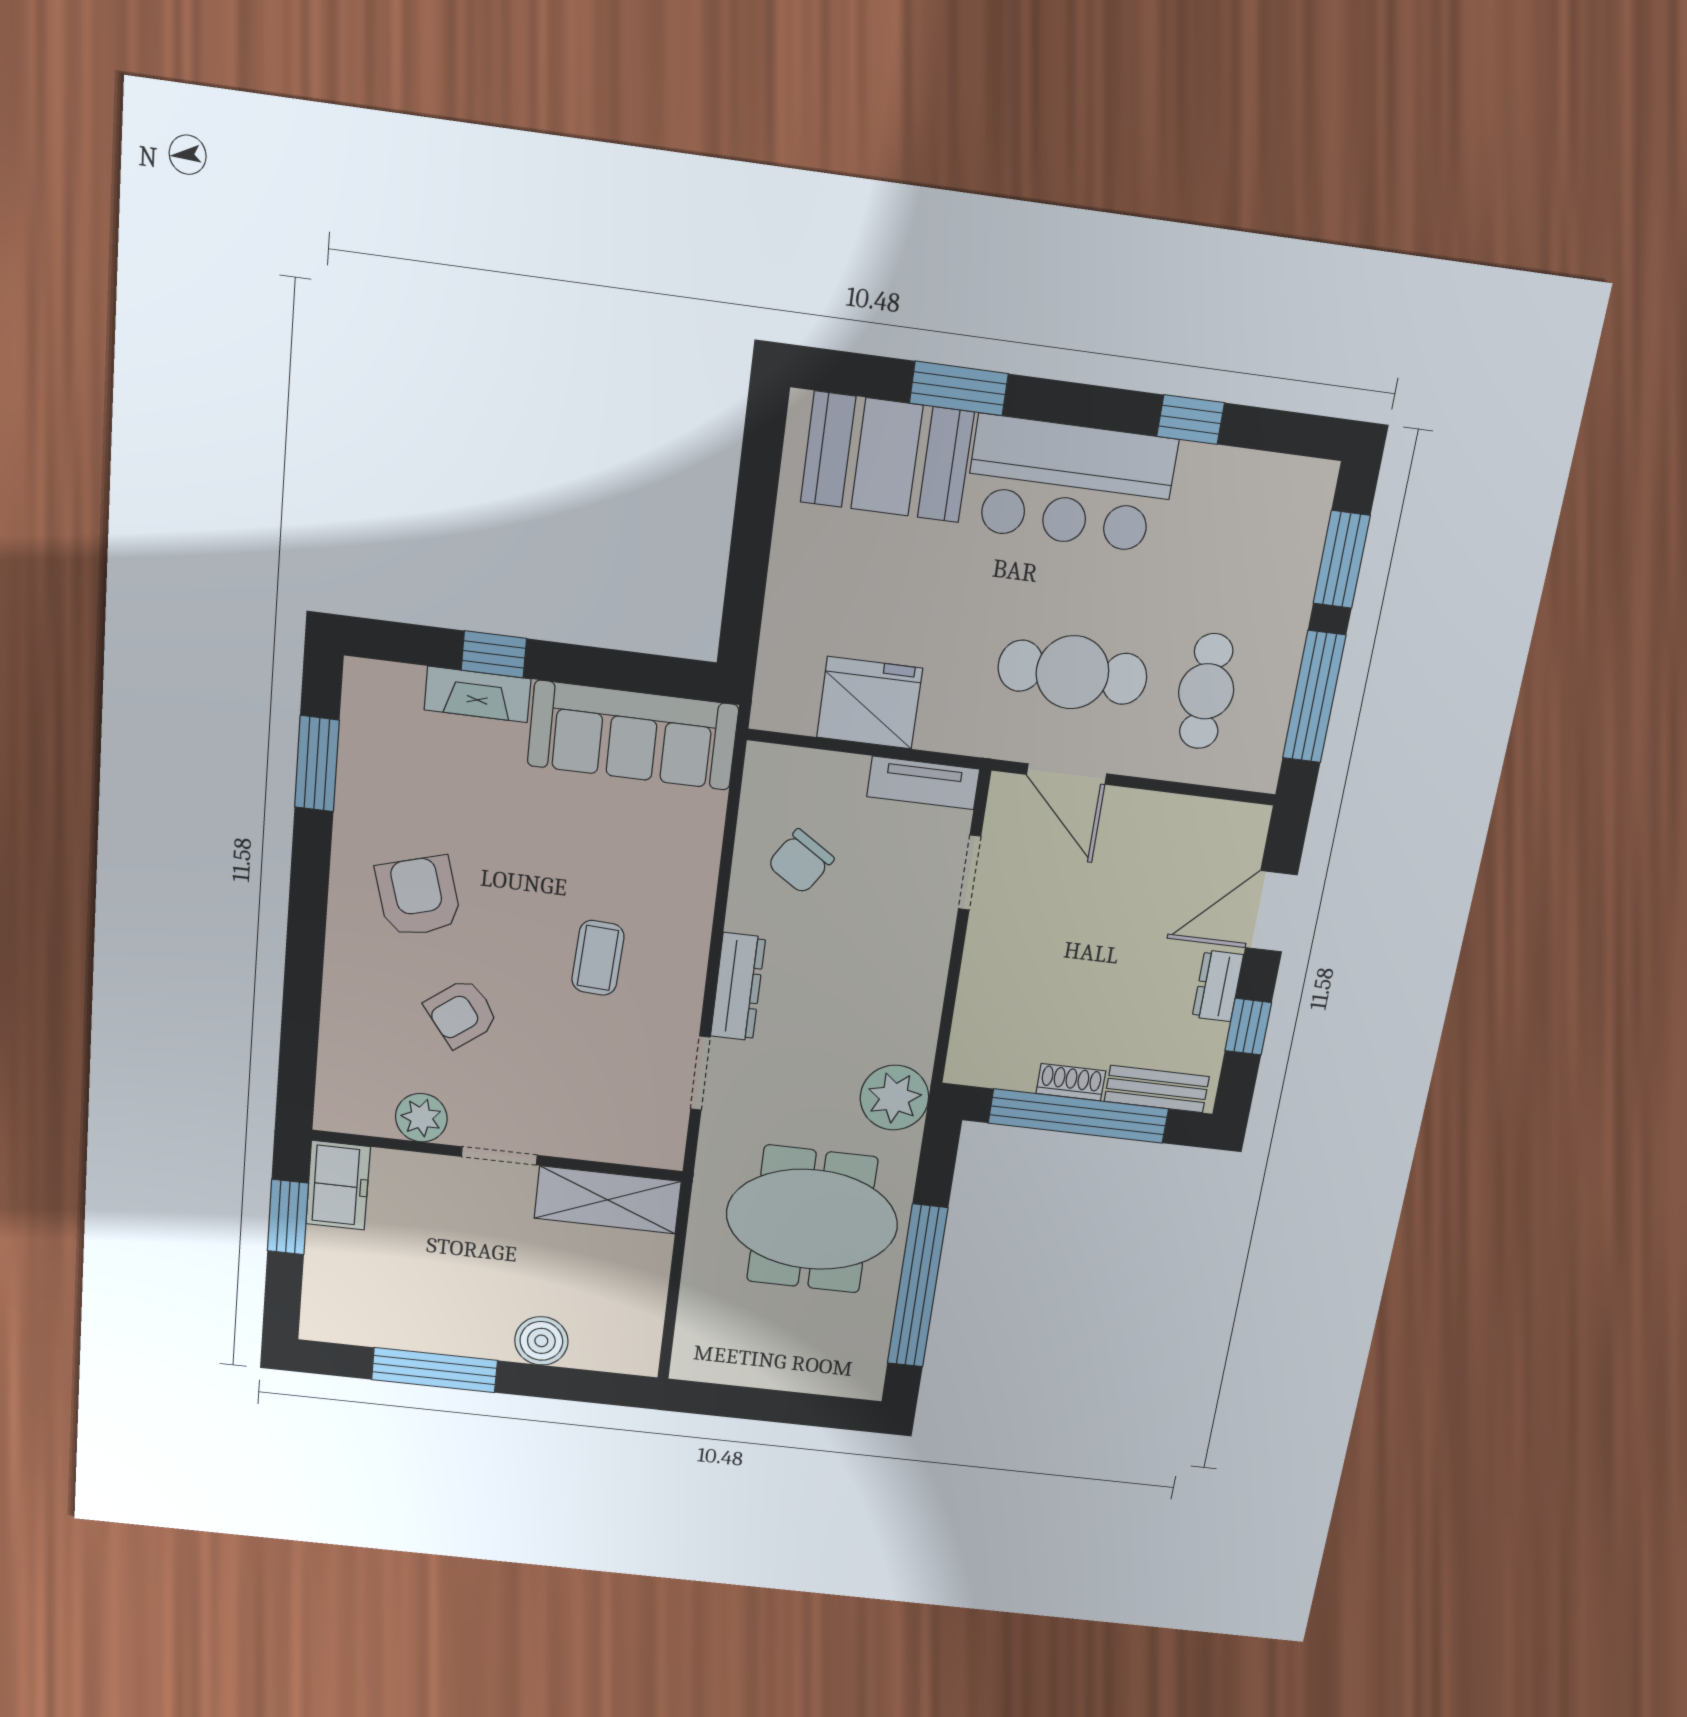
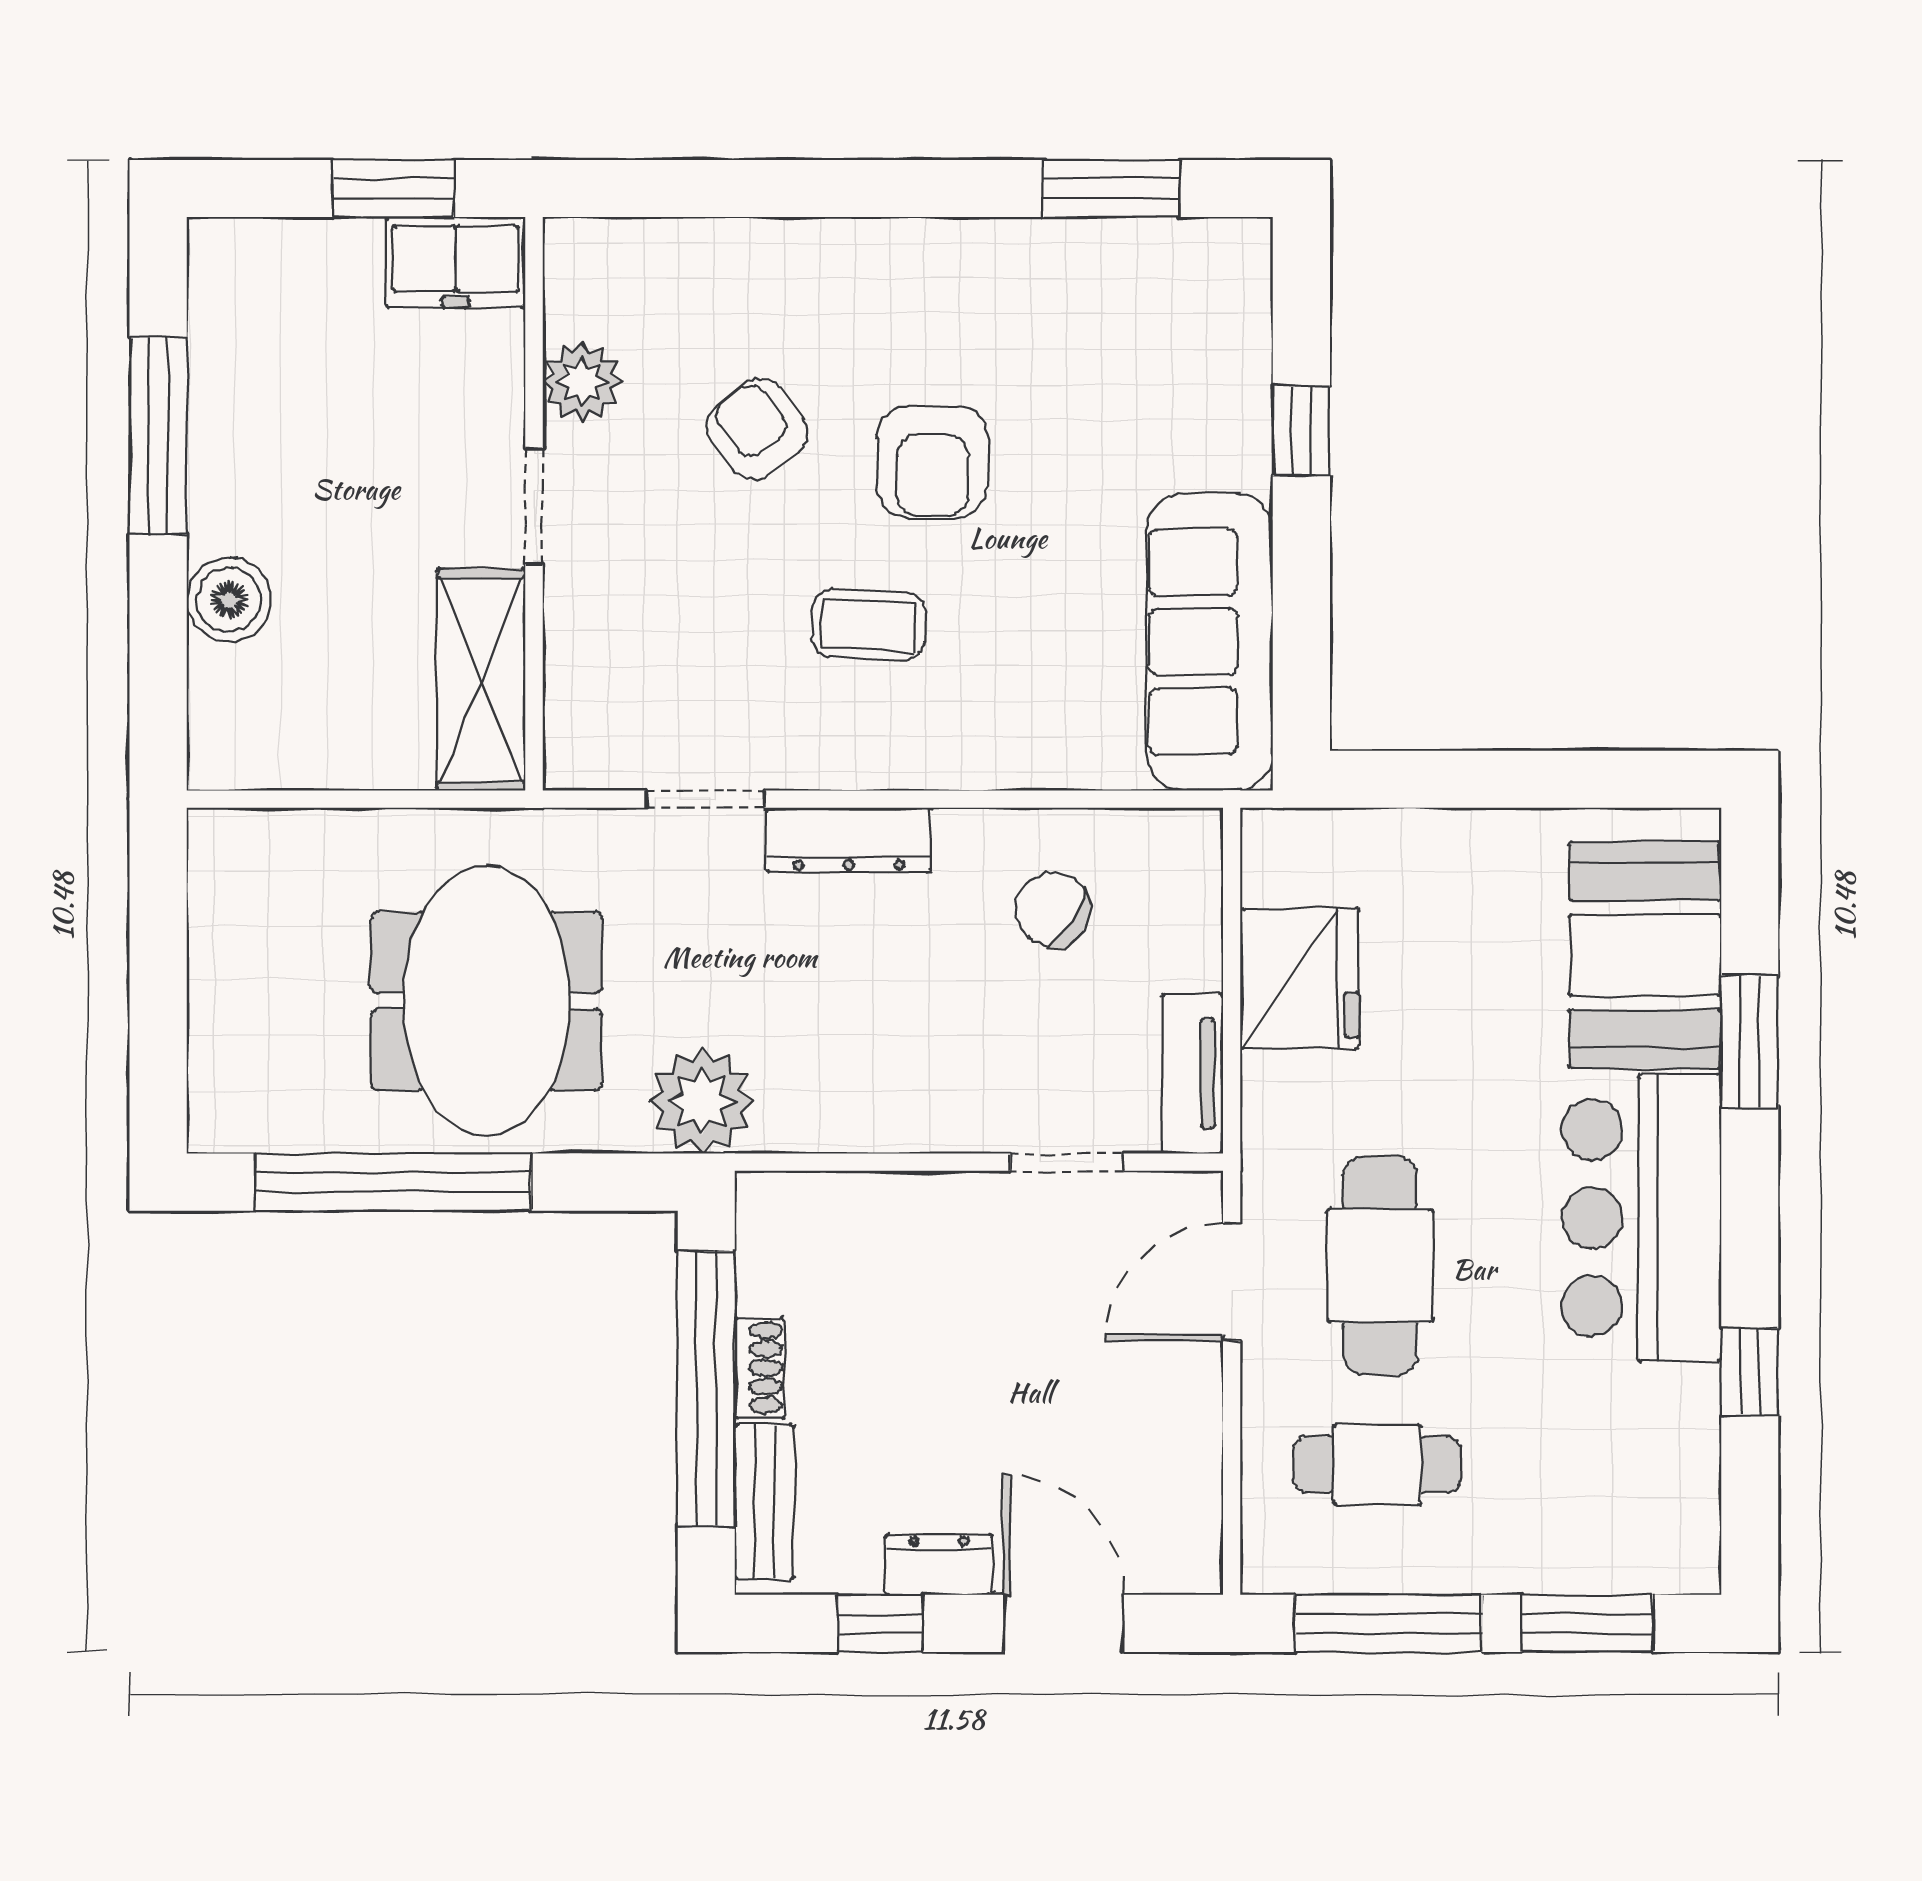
fireplace: (478, 694) -> (1241, 412), removed
armchair: (418, 896) -> (932, 462), moved, turned 106

